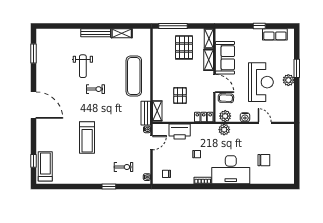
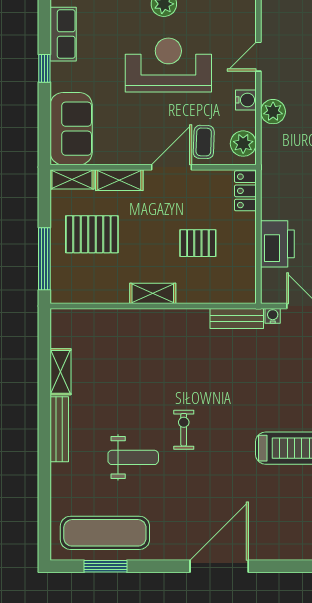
sofa: (225, 58) -> (71, 129), moved, turned 90
exercise mat: (134, 76) -> (105, 533), moved
shelving: (157, 111) -> (153, 293), moved
plant: (224, 130) -> (273, 112), moved

